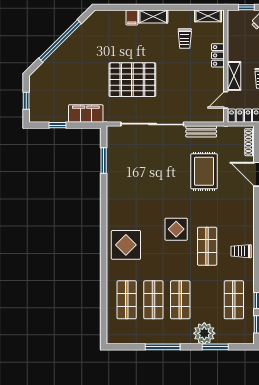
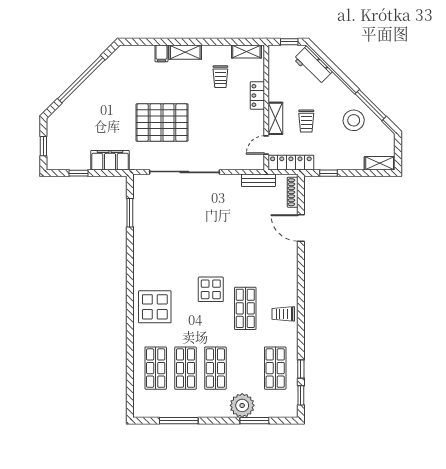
bench: (201, 131) -> (258, 180), moved
rug: (204, 171) -> (242, 225), removed
window: (163, 347) -> (179, 421), moved

